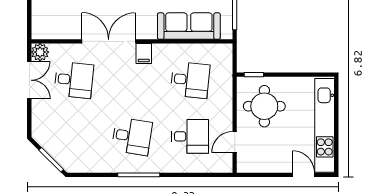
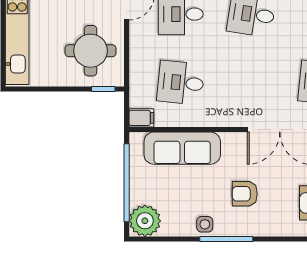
filing cabinet: (144, 53) -> (141, 118), moved, turned 90

